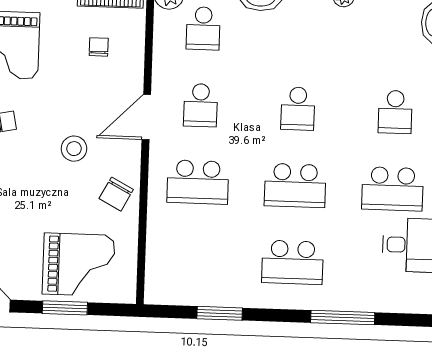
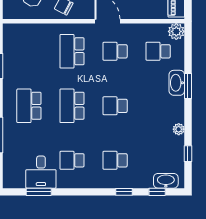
school desk: (392, 189) -> (72, 160), width x0.54

